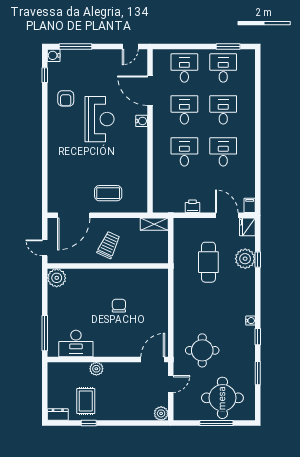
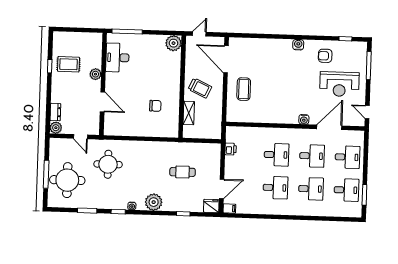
water cooler: (54, 55) -> (298, 45), moved
reception desk: (100, 119) -> (339, 84), moved
printer: (192, 206) -> (231, 149), moved
shelving: (154, 224) -> (189, 113), moved
plant: (245, 259) -> (154, 202), moved
cafe table: (208, 262) -> (183, 172), width x0.73, depth x0.74
chair: (119, 306) -> (155, 106), moved
door: (153, 359) -> (102, 102), moved
dresser: (58, 415) -> (55, 112), moved

